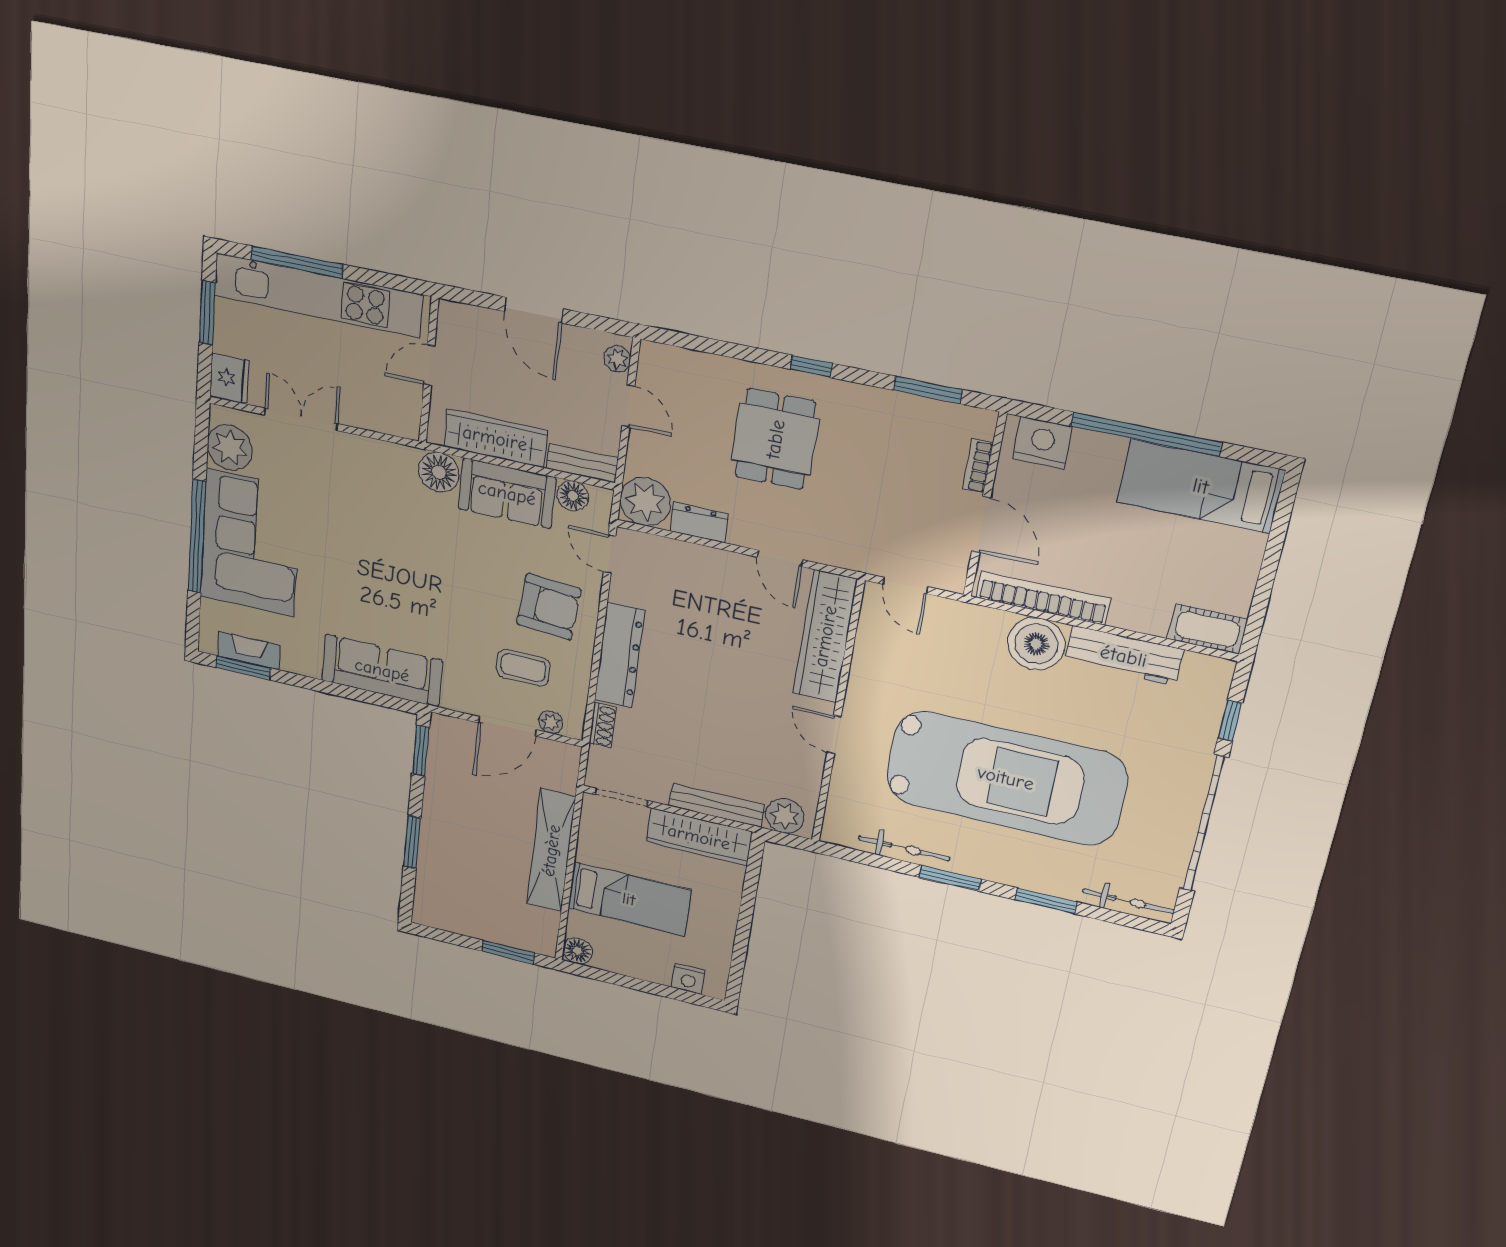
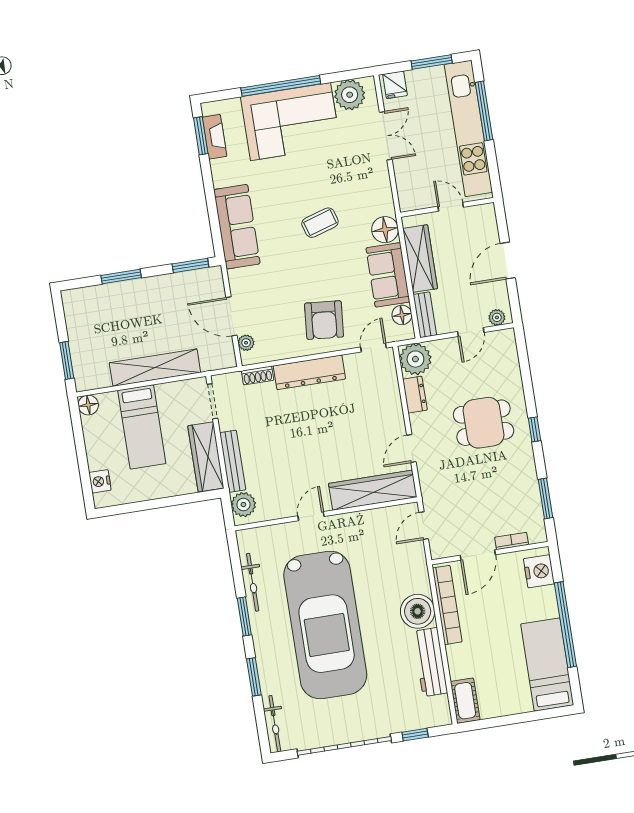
fridge: (229, 378) -> (395, 85), width x0.72
coffee table: (523, 668) -> (320, 223), moved, turned 73

